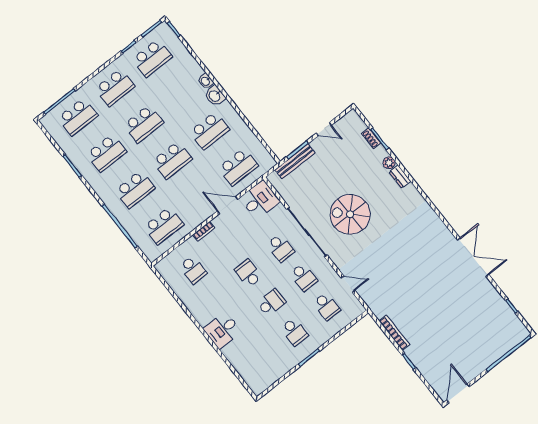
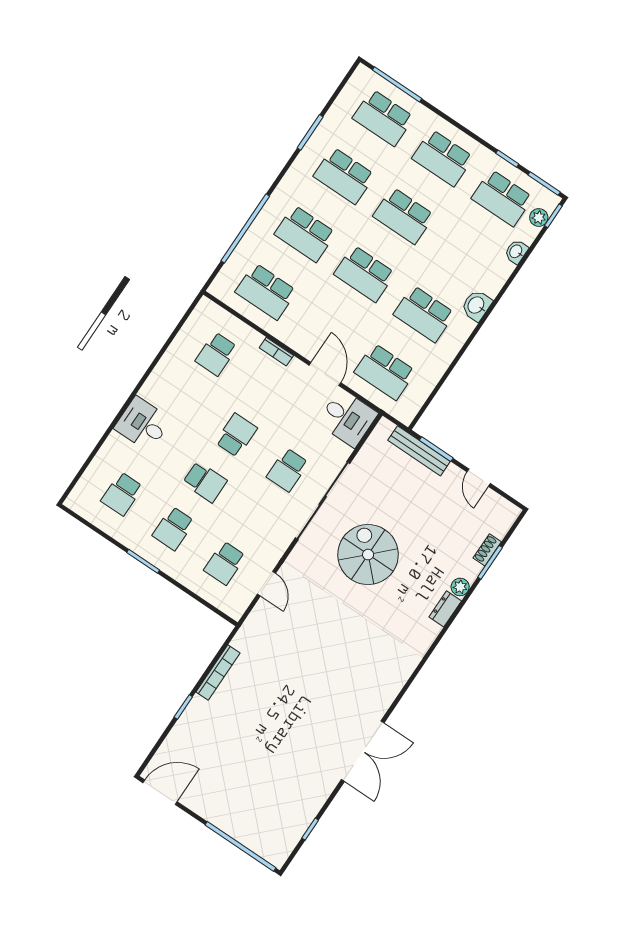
plant: (172, 39) -> (539, 218), added
washbasin: (206, 81) -> (516, 252), moved
school desk: (304, 277) -> (122, 494), moved

